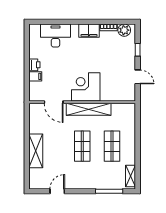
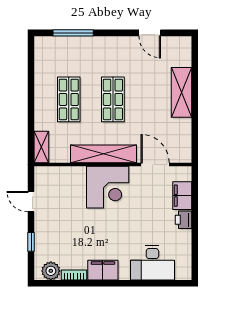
filing cabinet: (35, 76) -> (182, 196), width x2.00
shelving: (131, 176) -> (41, 147), moved
door: (57, 191) -> (150, 33), hinge flipped

